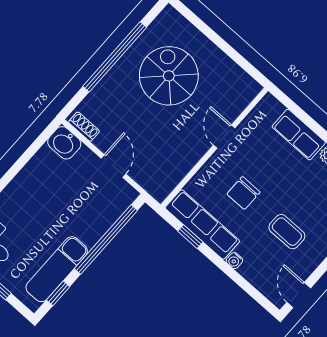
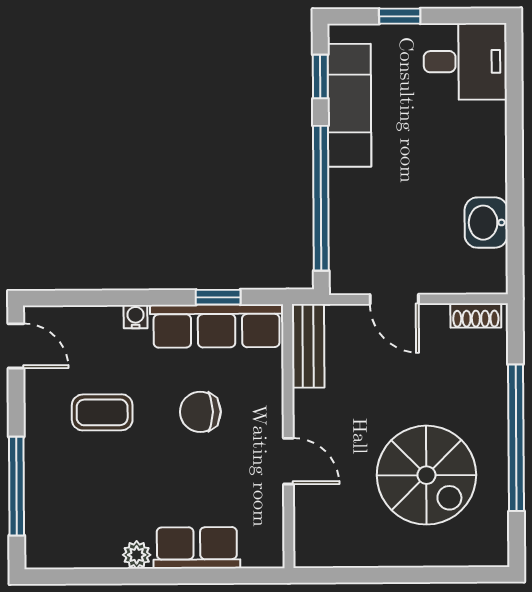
washbasin: (64, 143) -> (486, 223), moved, turned -90
bench: (170, 180) -> (308, 346), added
chair: (243, 193) -> (200, 412), turned -90

